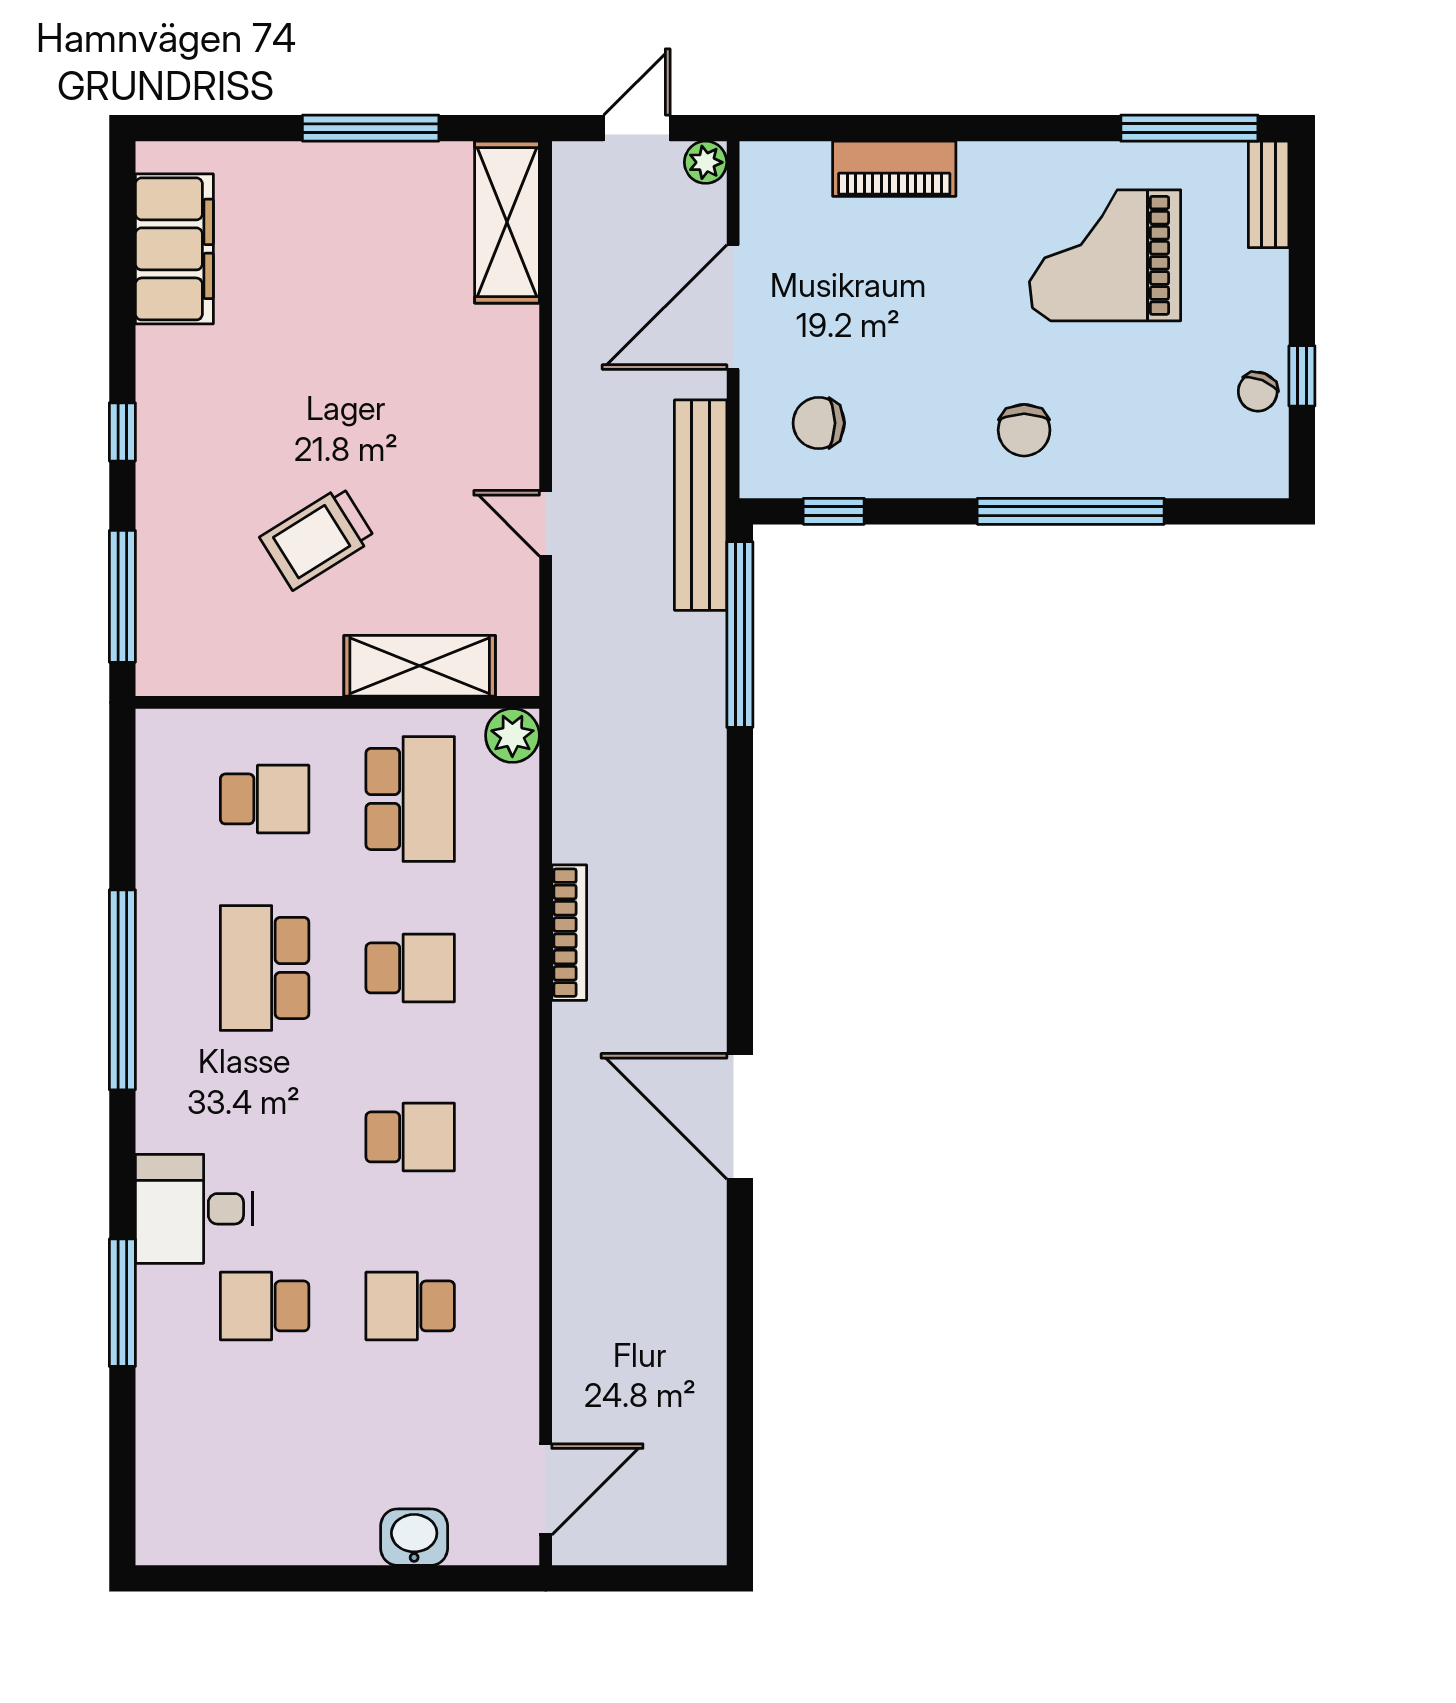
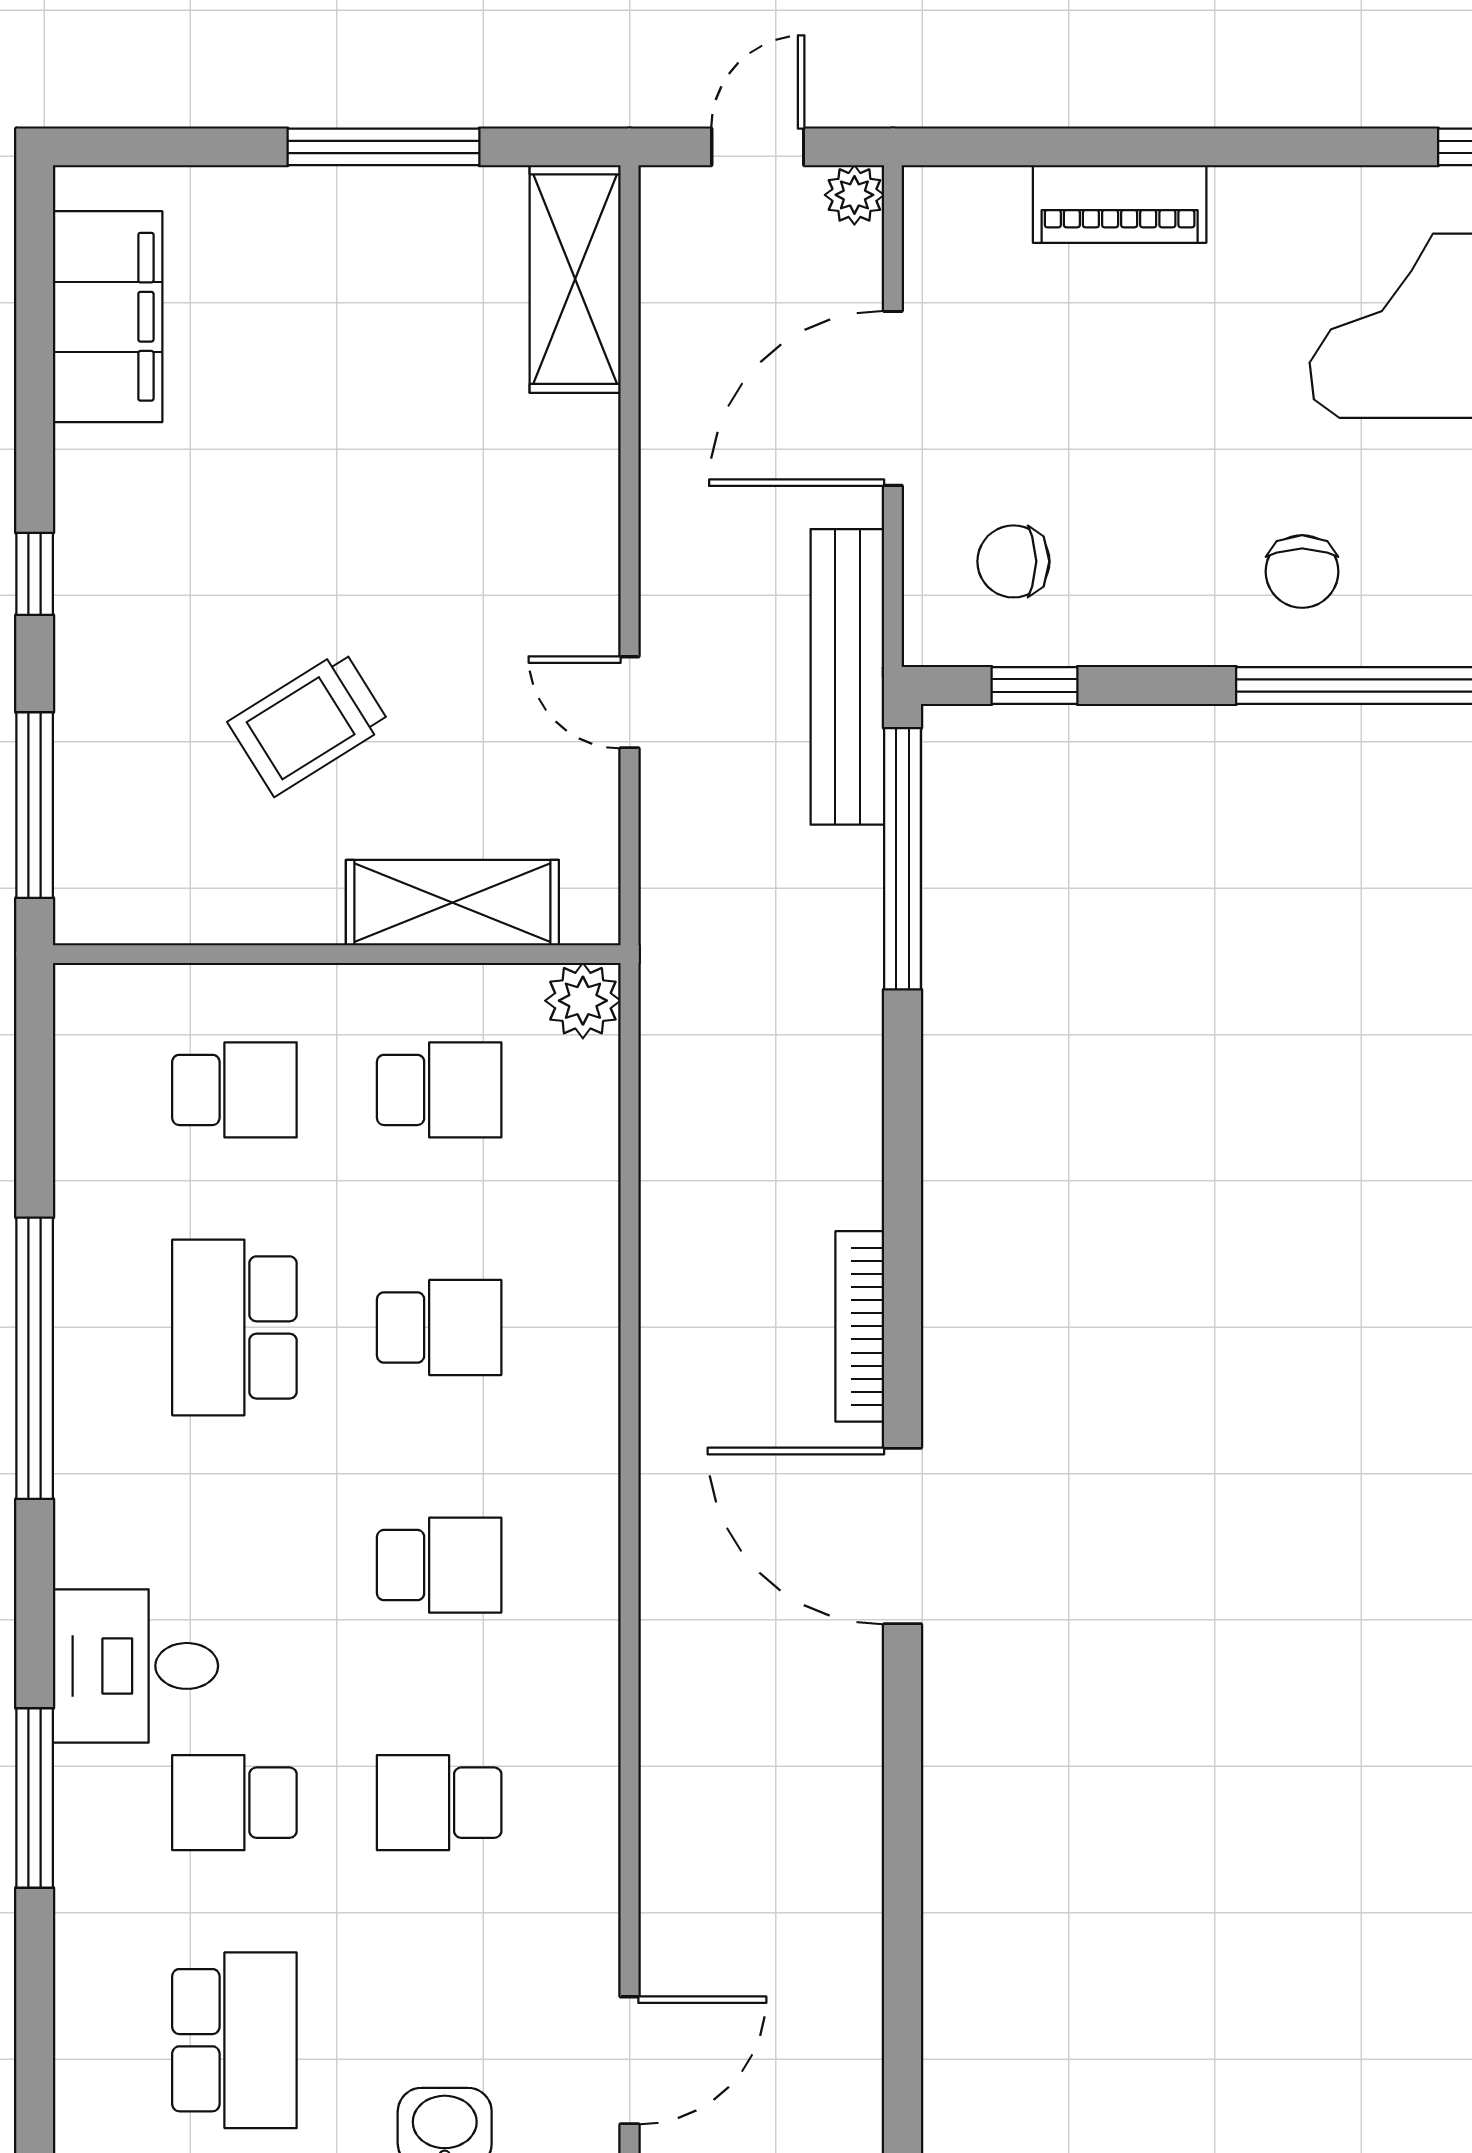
school desk: (410, 799) -> (439, 1090), width x0.54
bookcase: (569, 933) -> (860, 1326), moved, turned 180
school desk: (265, 1475) -> (234, 2040), added

